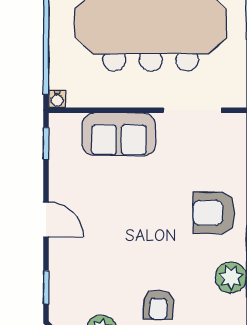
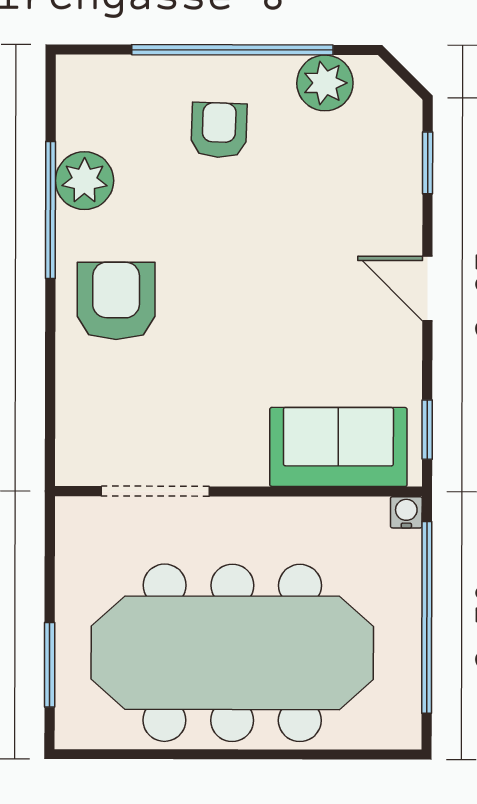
sofa: (119, 134) -> (338, 447), moved
armchair: (214, 213) -> (116, 301), turned -90

